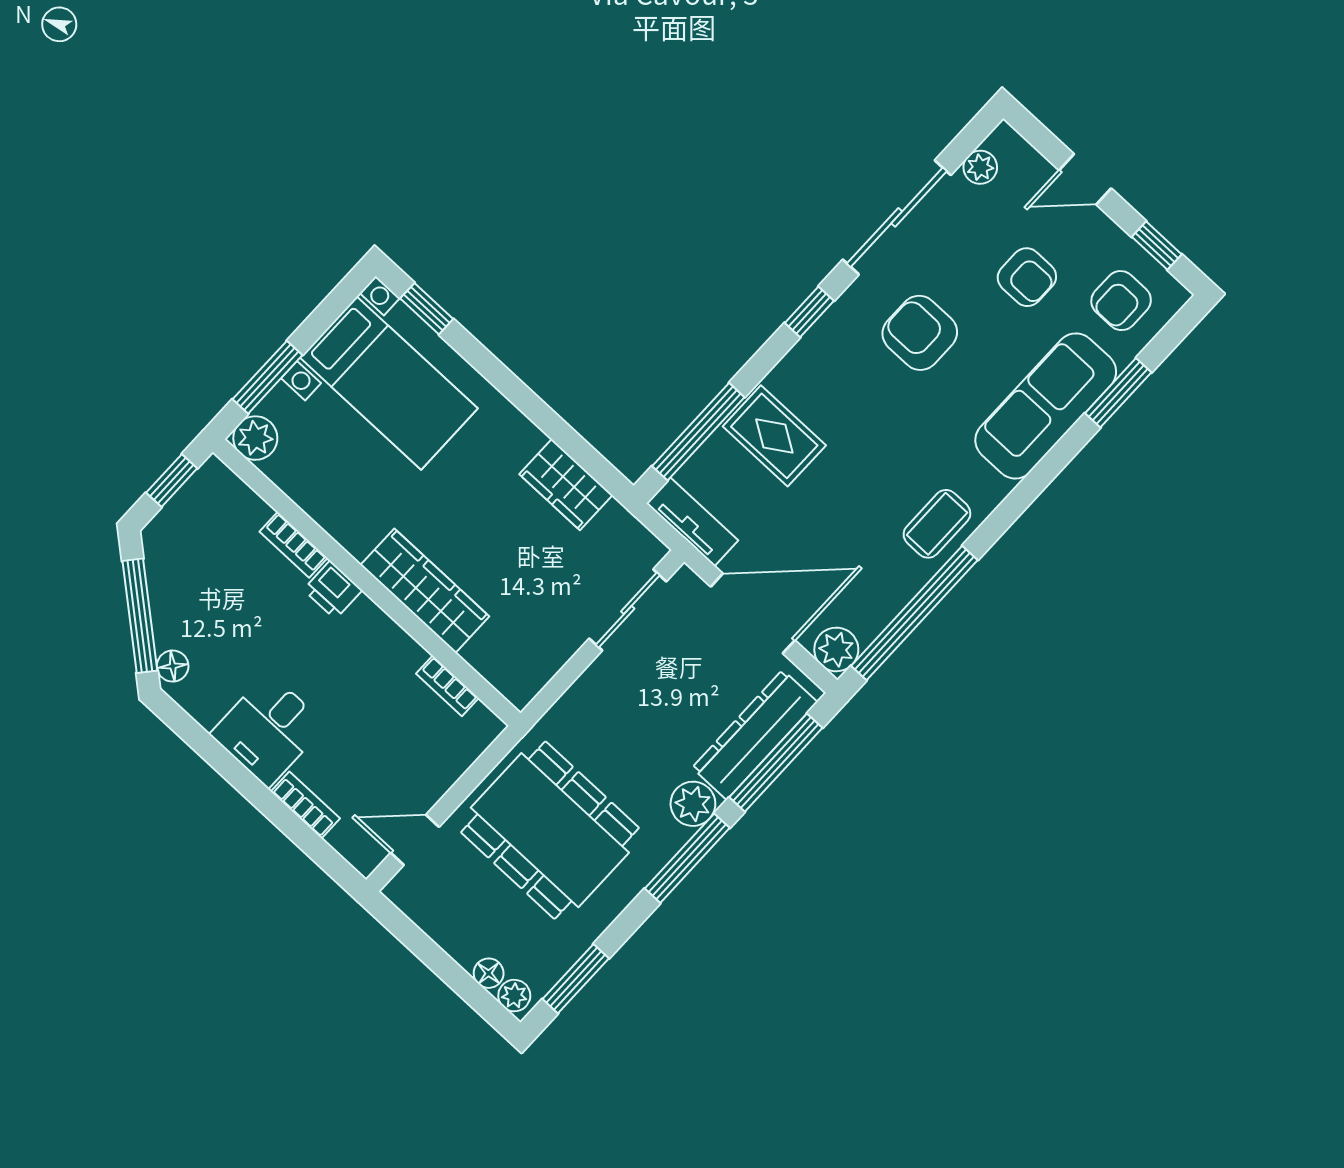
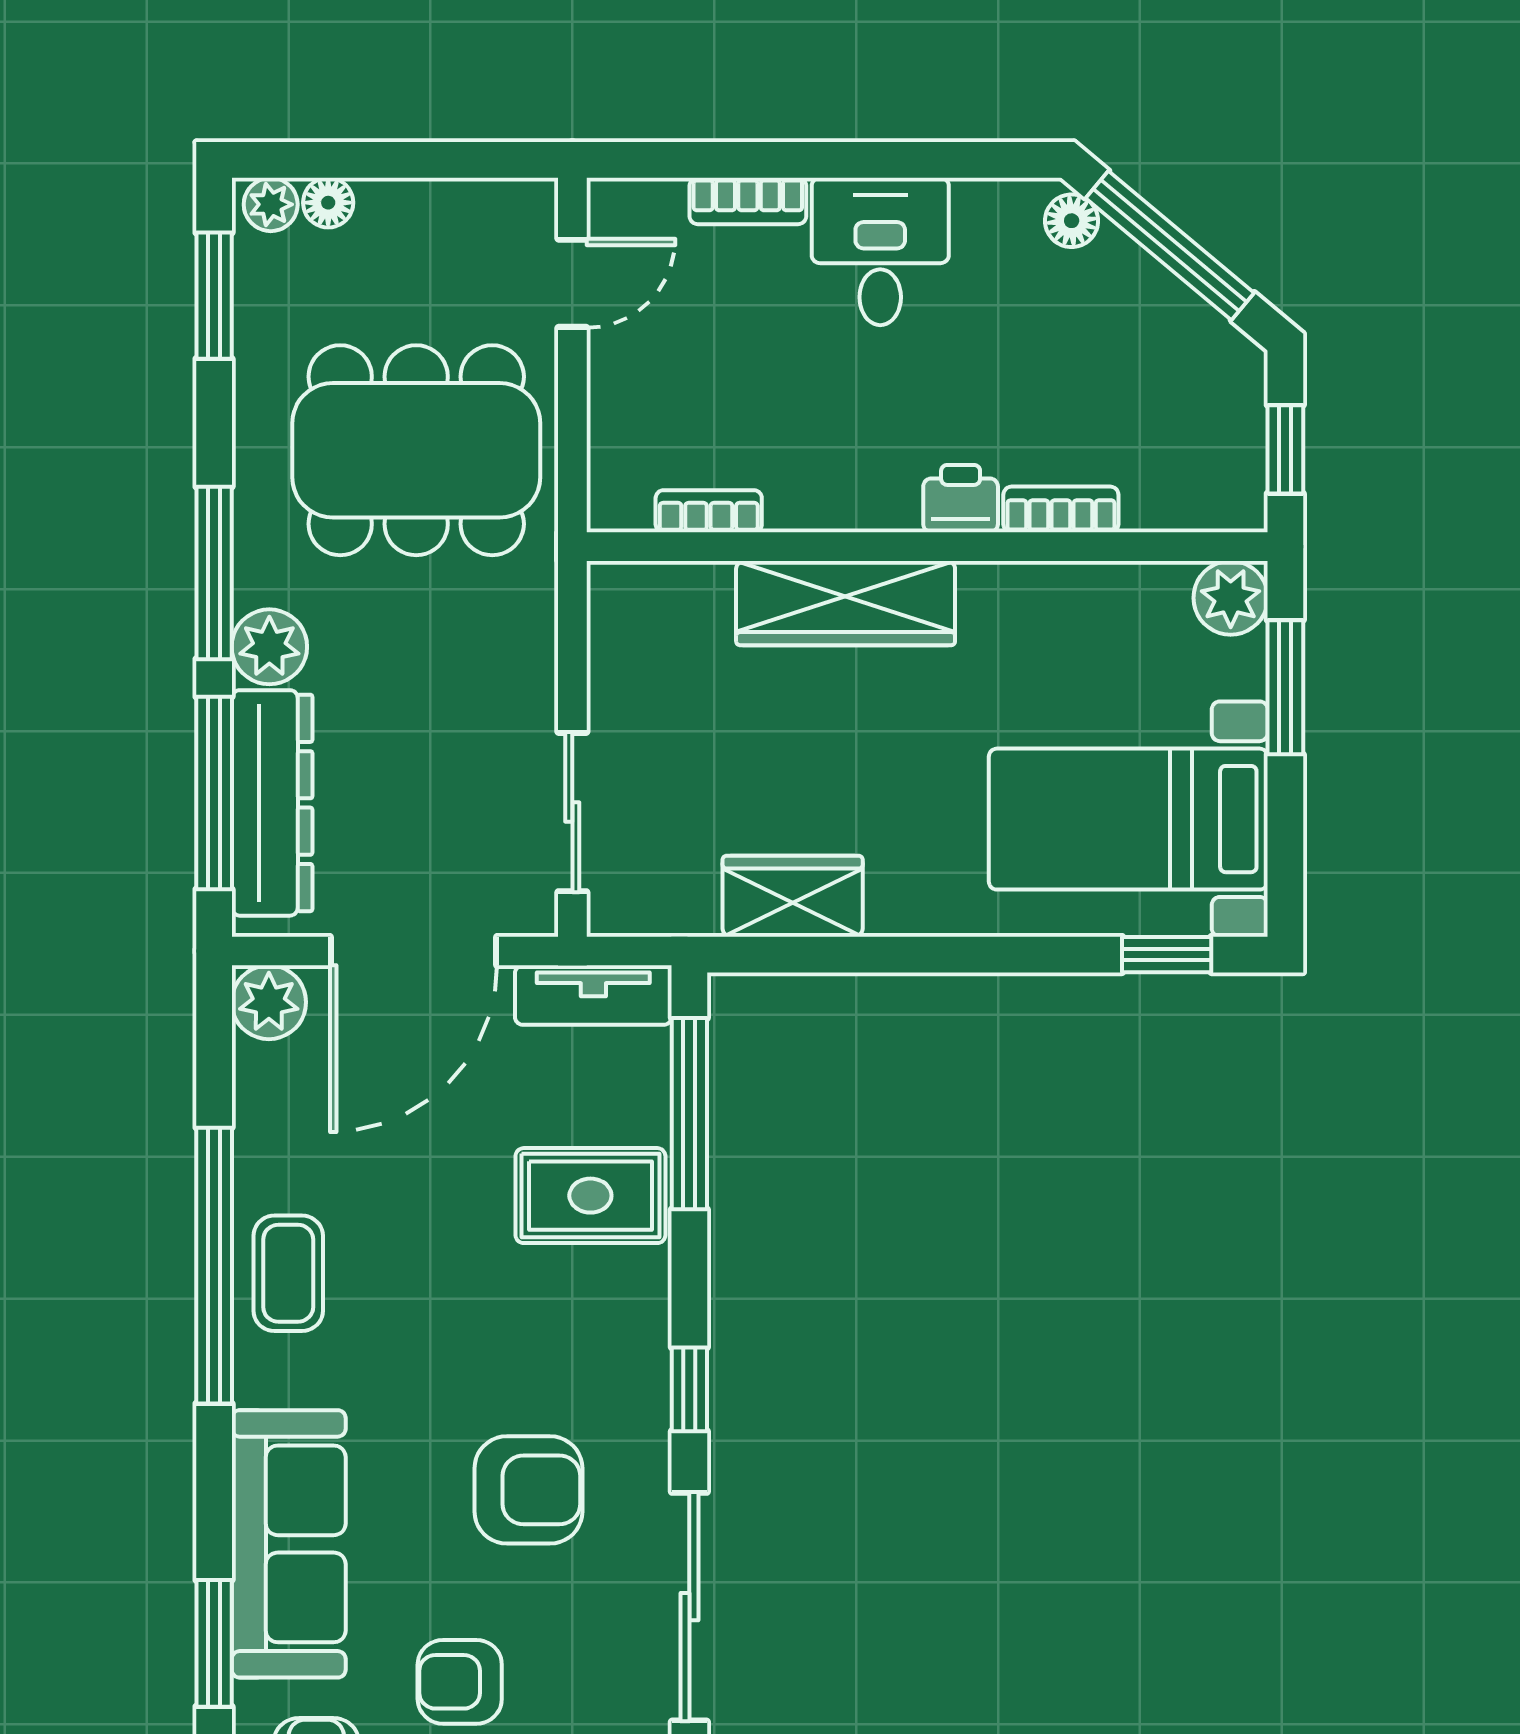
window: (914, 613) -> (214, 1266), moved

